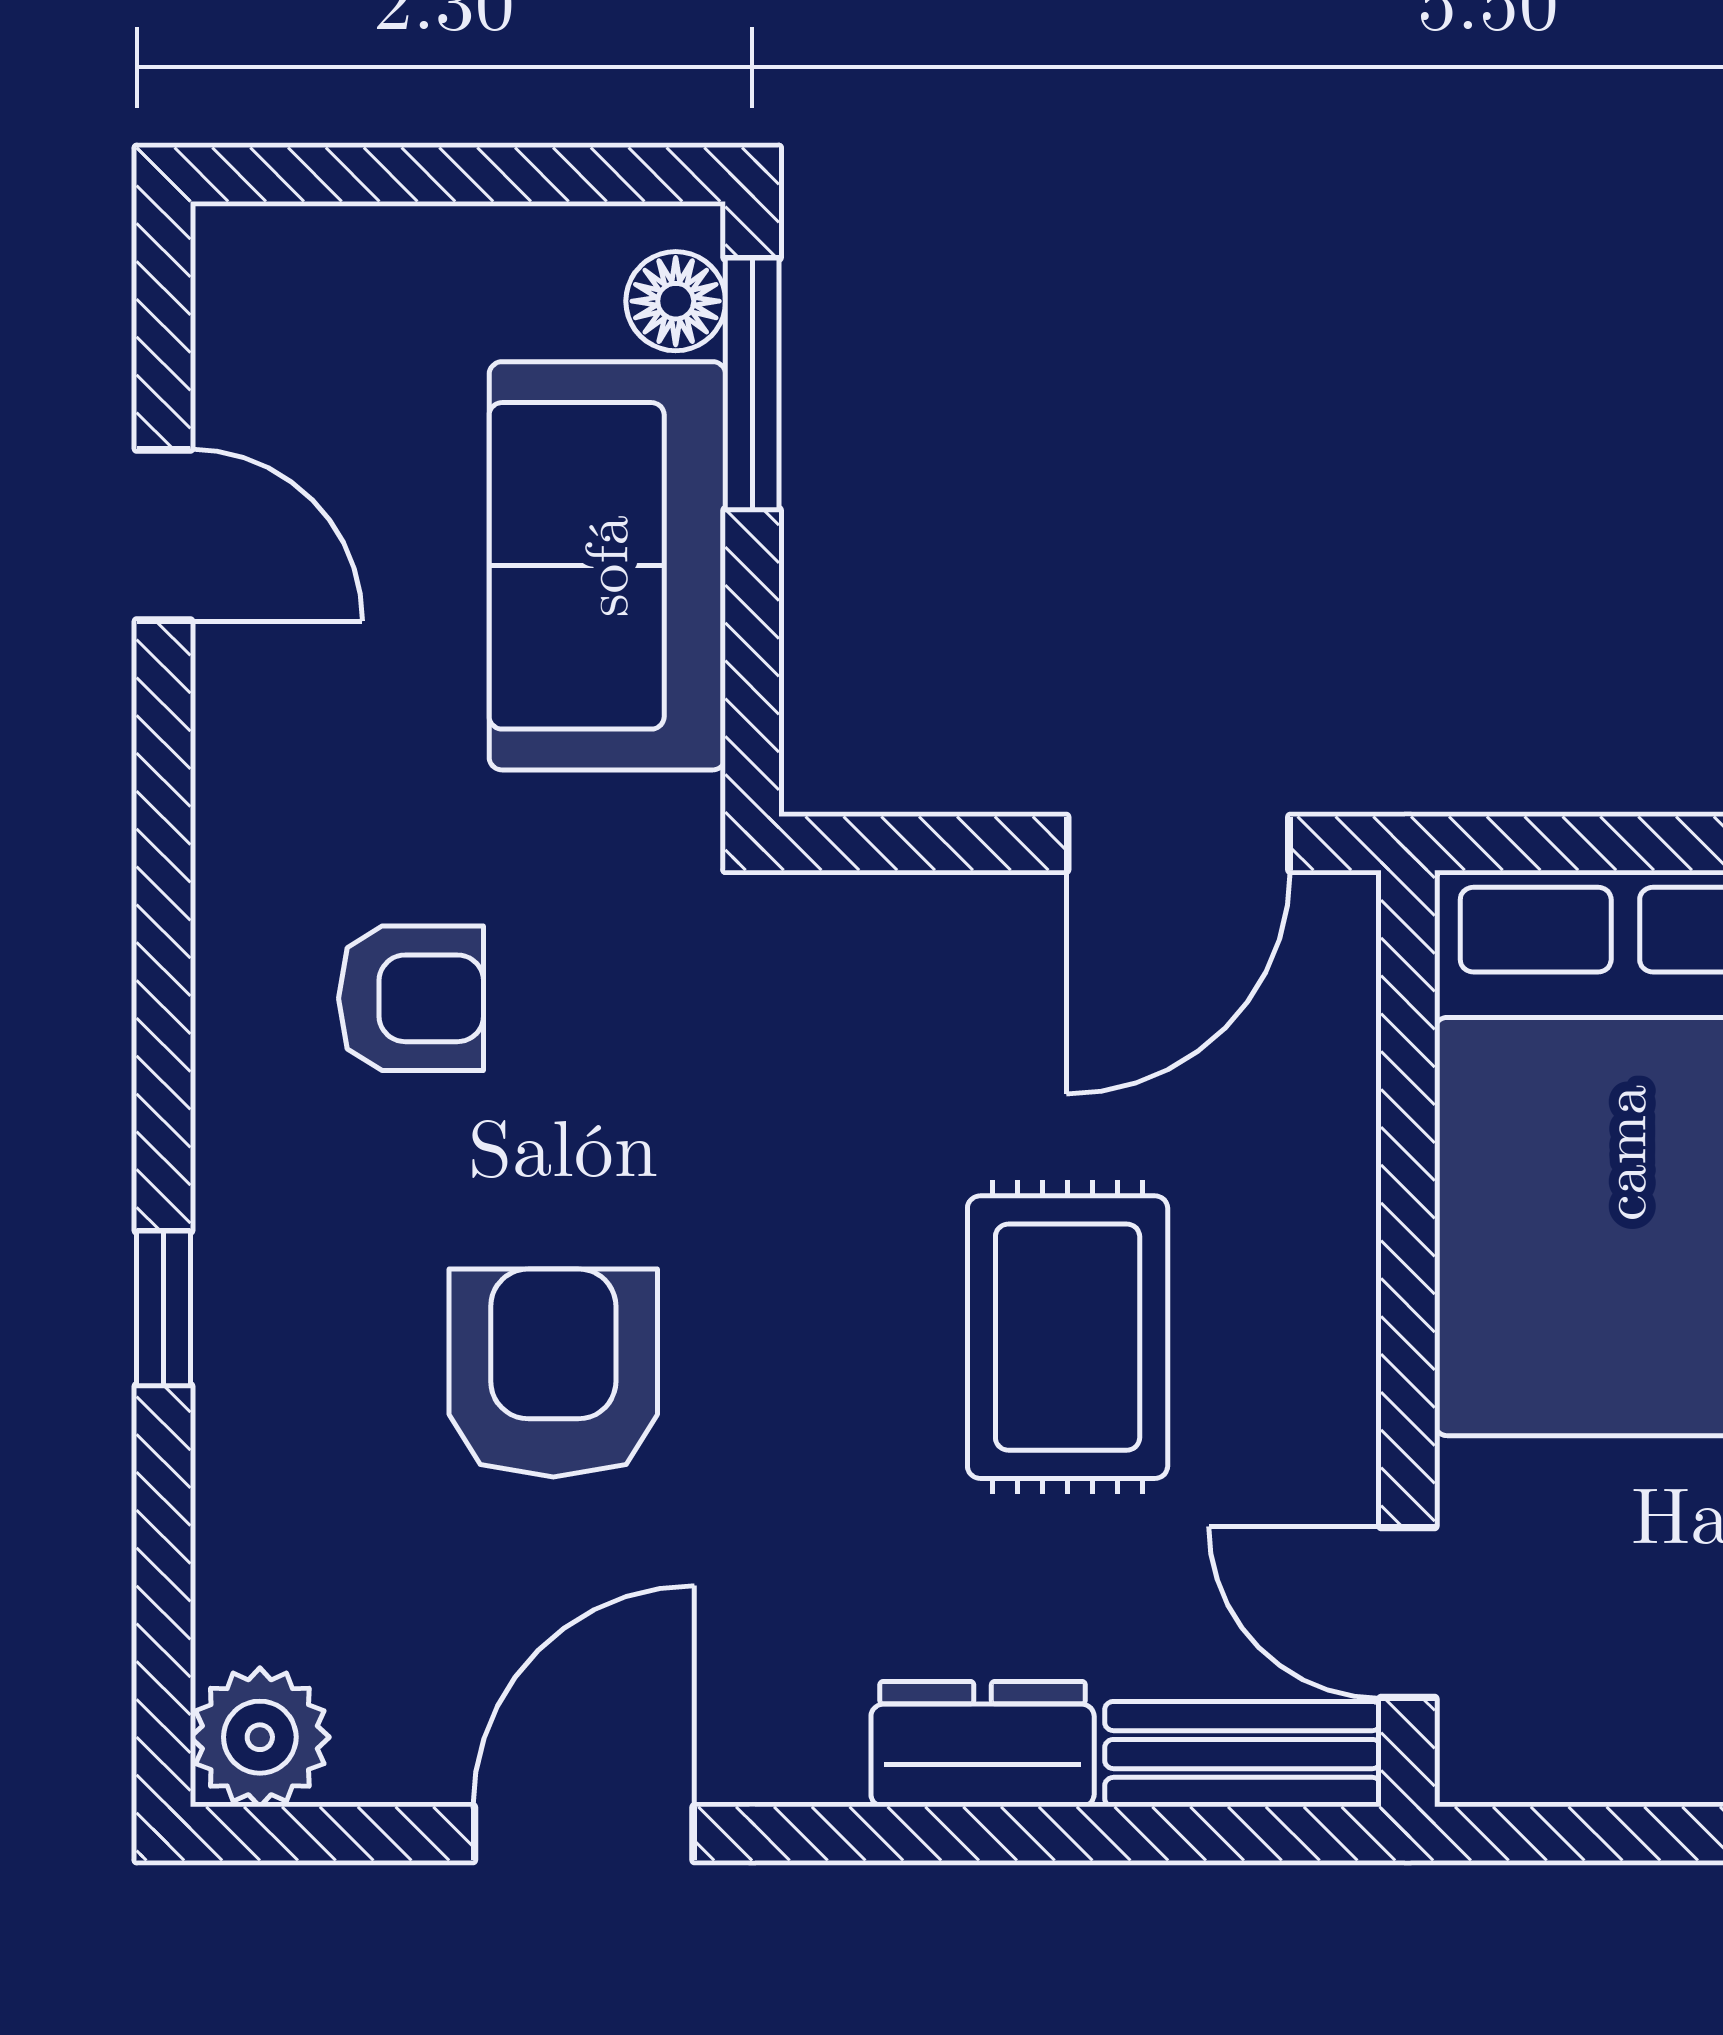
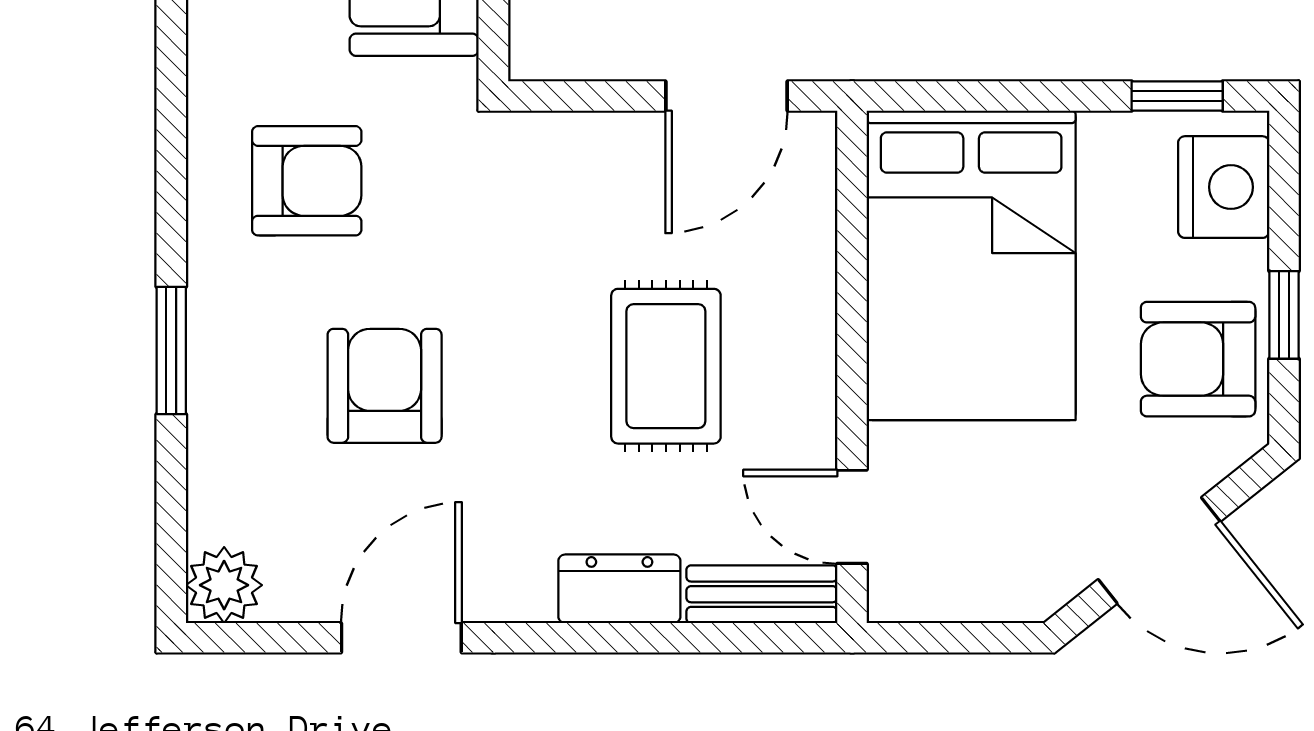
armchair: (411, 998) -> (307, 181), width x1.38, depth x1.38
window: (164, 1308) -> (171, 350), width x1.50

